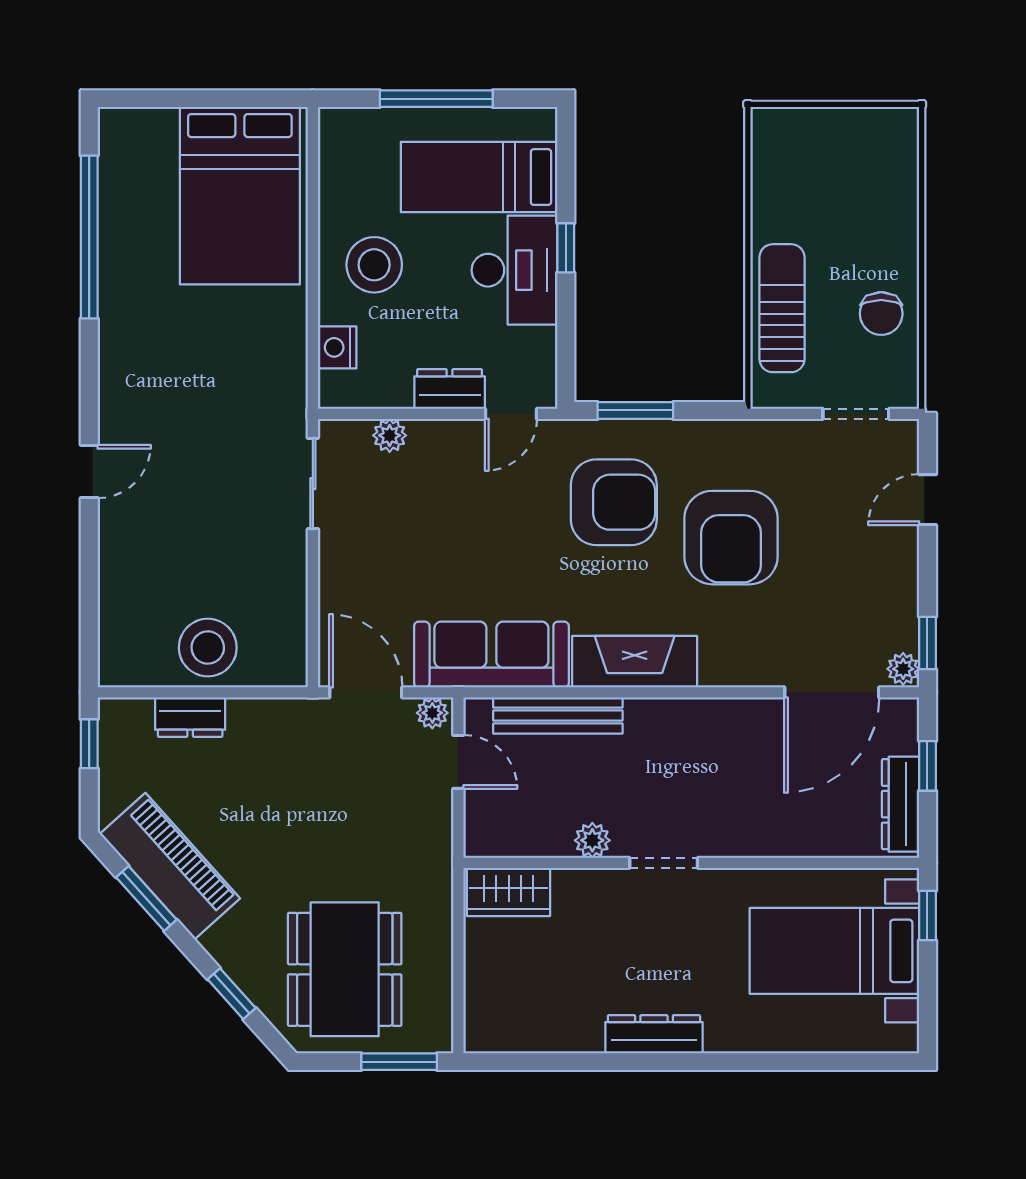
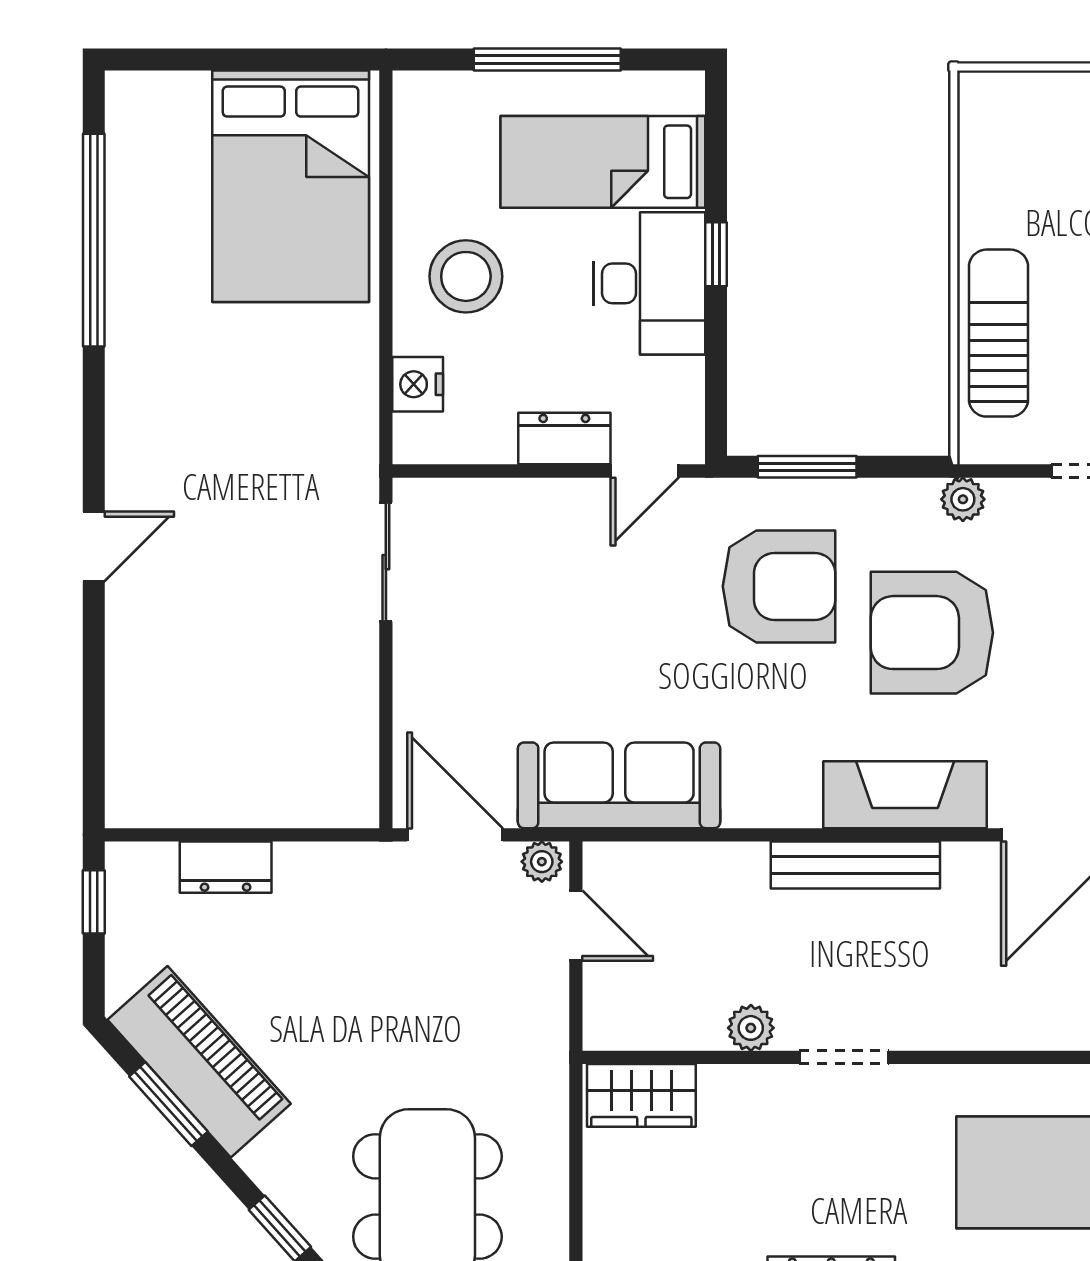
plant: (390, 435) -> (963, 499), moved
armchair: (731, 538) -> (932, 633), turned 90
stool: (208, 648) -> (249, 776), removed
fireplace: (635, 662) -> (905, 795), moved
bench: (558, 716) -> (855, 865), moved

